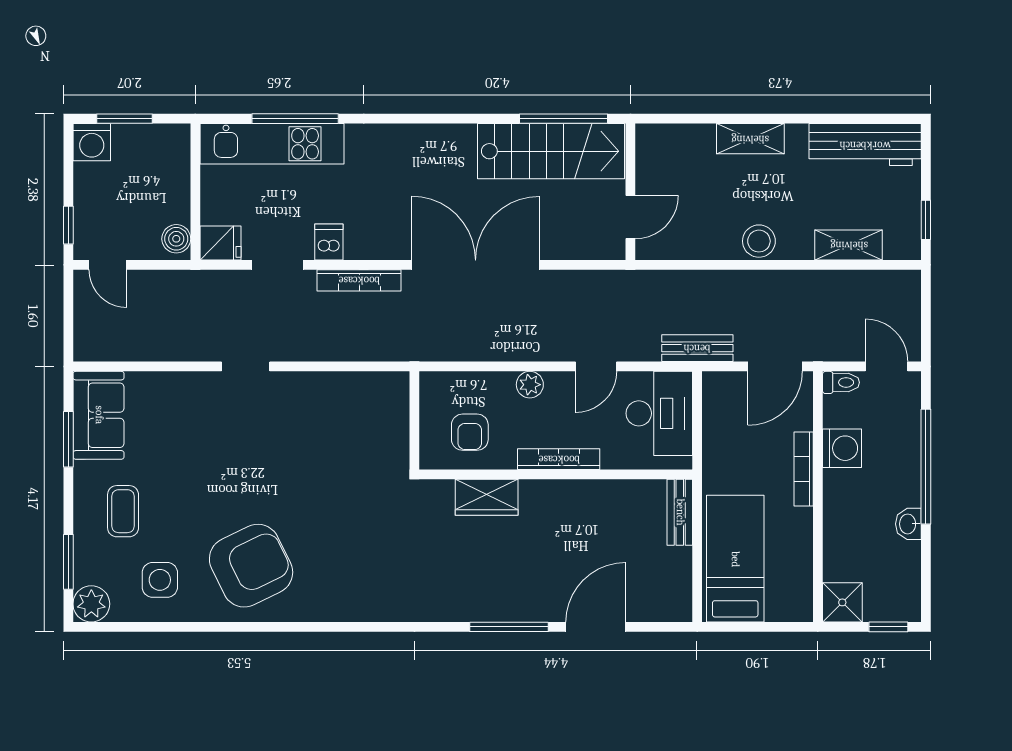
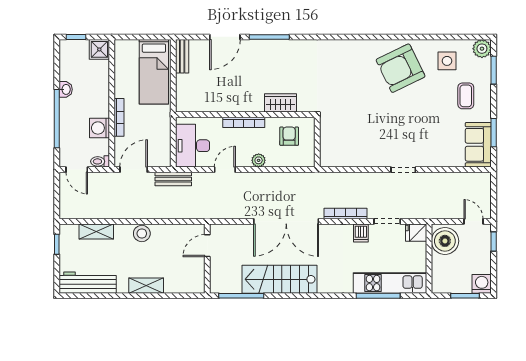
stairs: (551, 151) -> (279, 279), moved
boiler: (176, 239) -> (445, 241), width x1.86, depth x1.86
bench: (680, 512) -> (182, 56), moved

